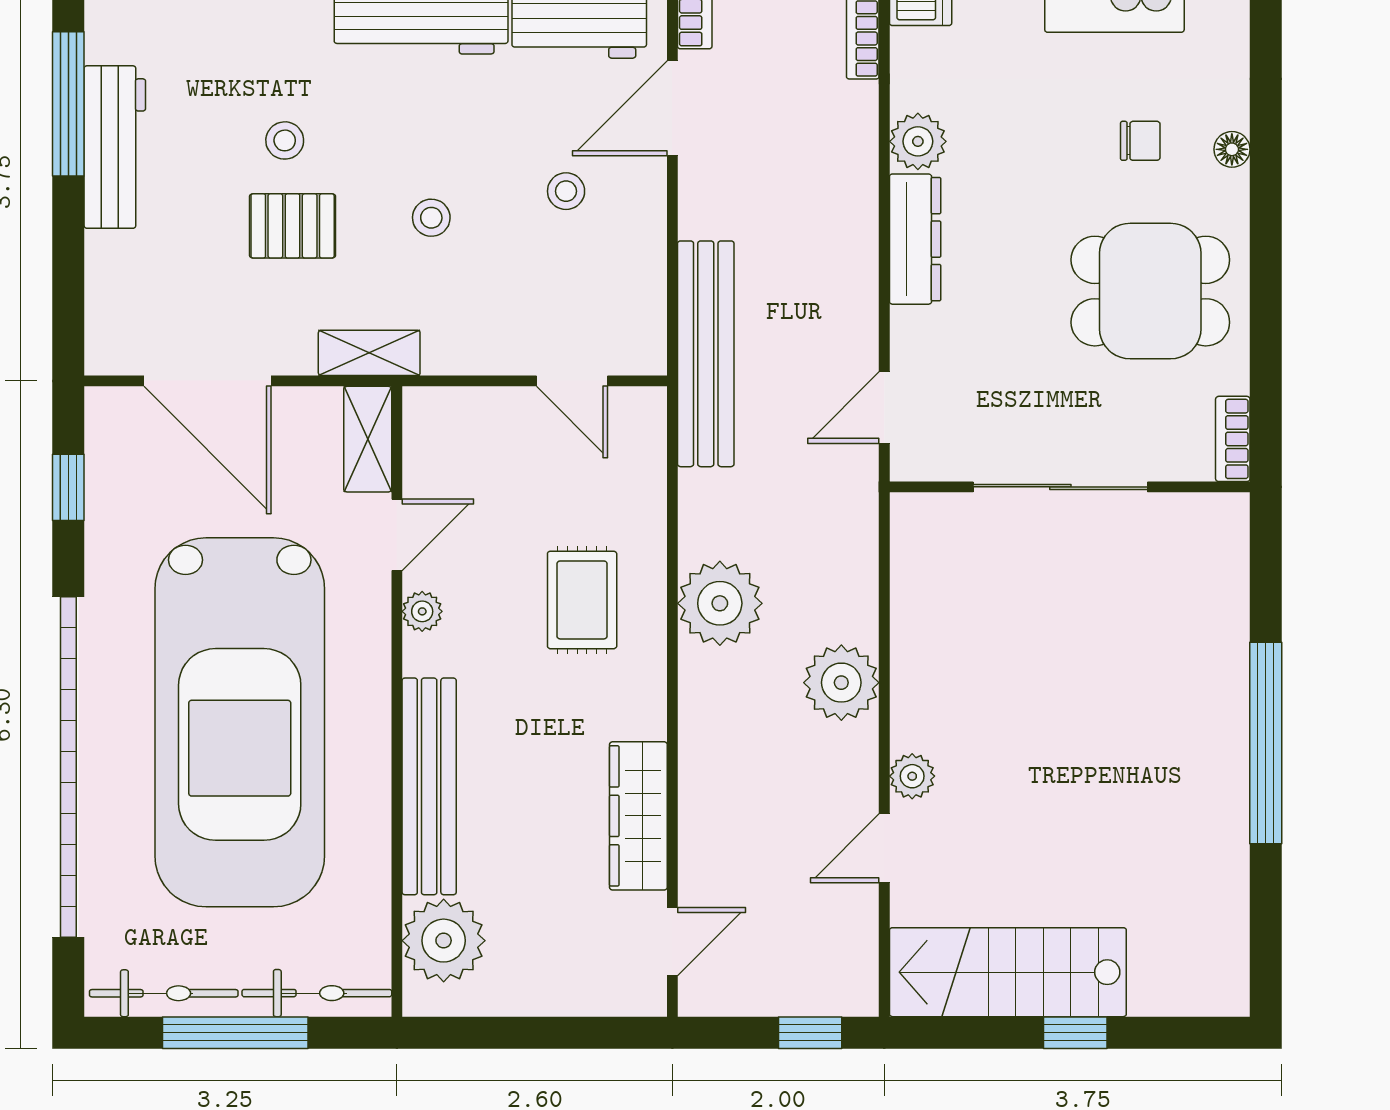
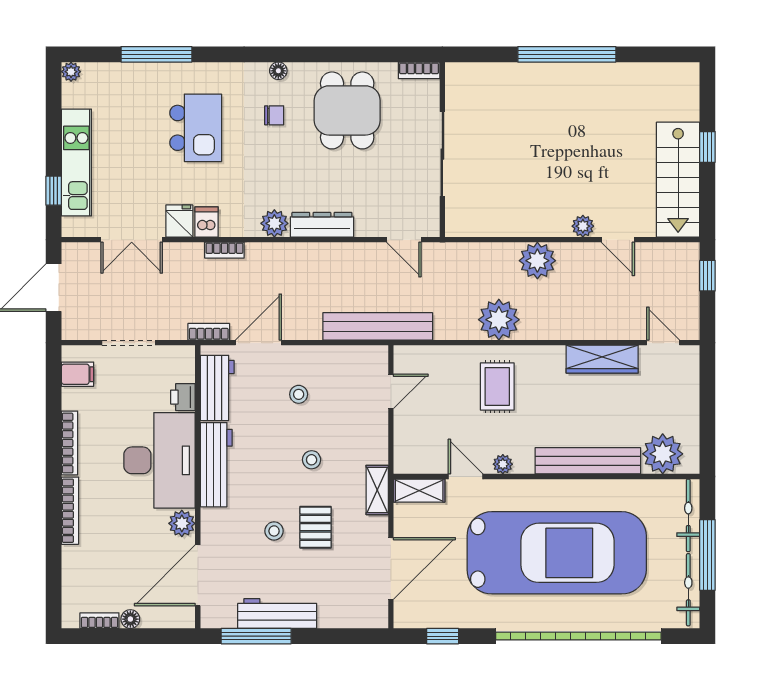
door: (672, 108) -> (258, 343), swing flipped
chair: (1140, 141) -> (274, 115), turned 90
rug: (582, 600) -> (497, 387), turned 90

